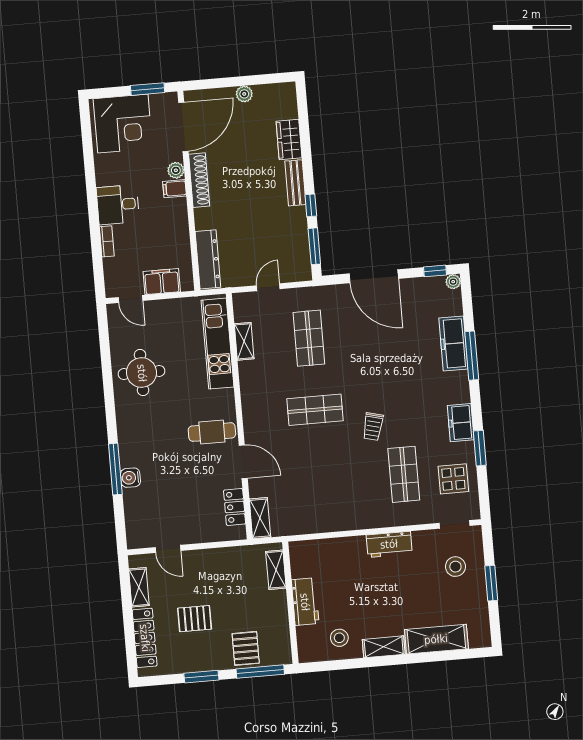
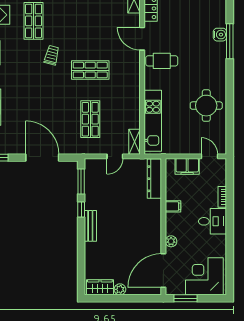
wardrobe: (289, 140) -> (100, 287), moved, turned -90
shoe rack: (199, 180) -> (156, 233), removed
filing cabinet: (175, 189) -> (173, 206), moved
shelving: (244, 341) -> (135, 142), moved

